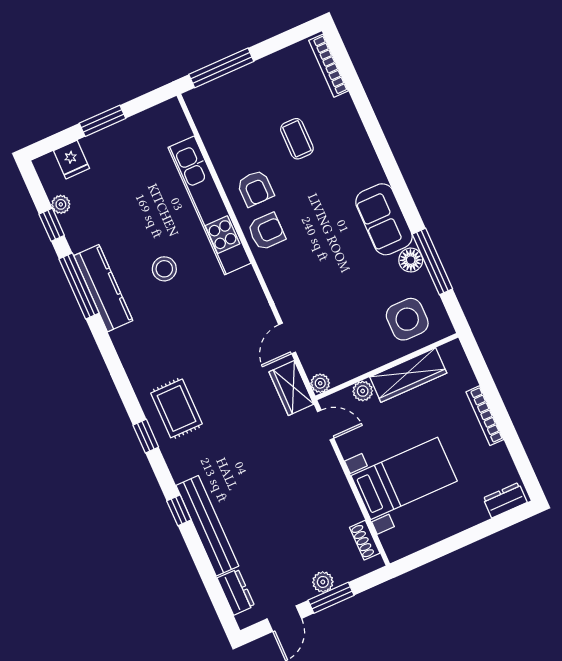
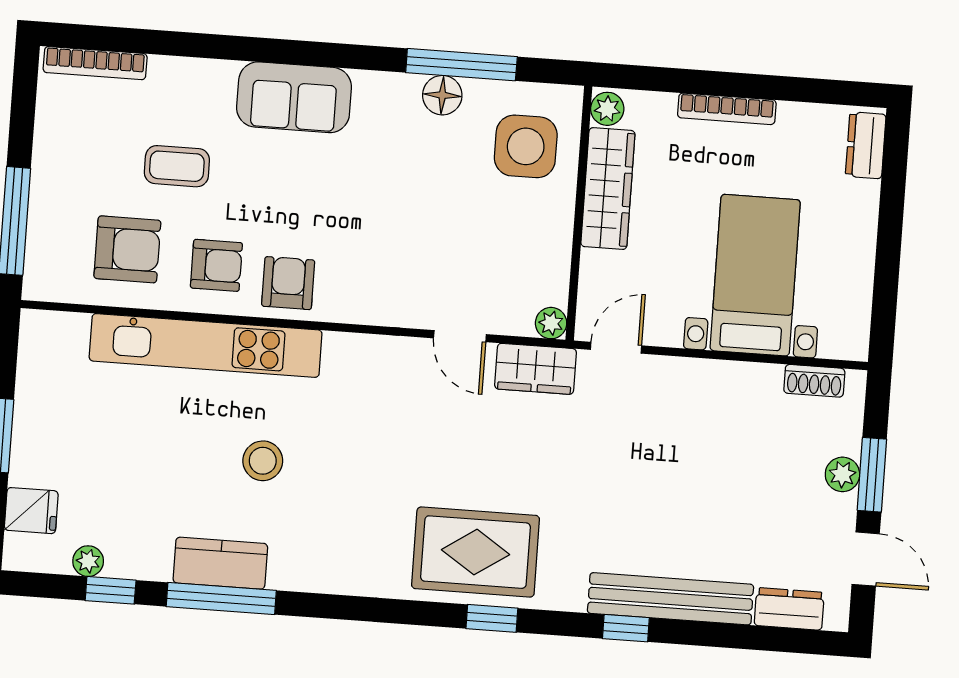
armchair: (238, 136) -> (127, 249), added
sofa: (384, 219) -> (294, 97), moved
kitchen counter: (103, 288) -> (220, 563), width x0.67
plant: (363, 391) -> (607, 109), moved
rug: (176, 408) -> (476, 552), width x1.36, depth x1.43

